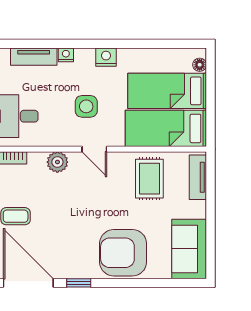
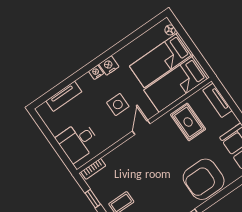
nightstand: (66, 55) -> (96, 72), moved
door: (94, 149) -> (141, 127), swing flipped
plant: (57, 162) -> (124, 151), removed

